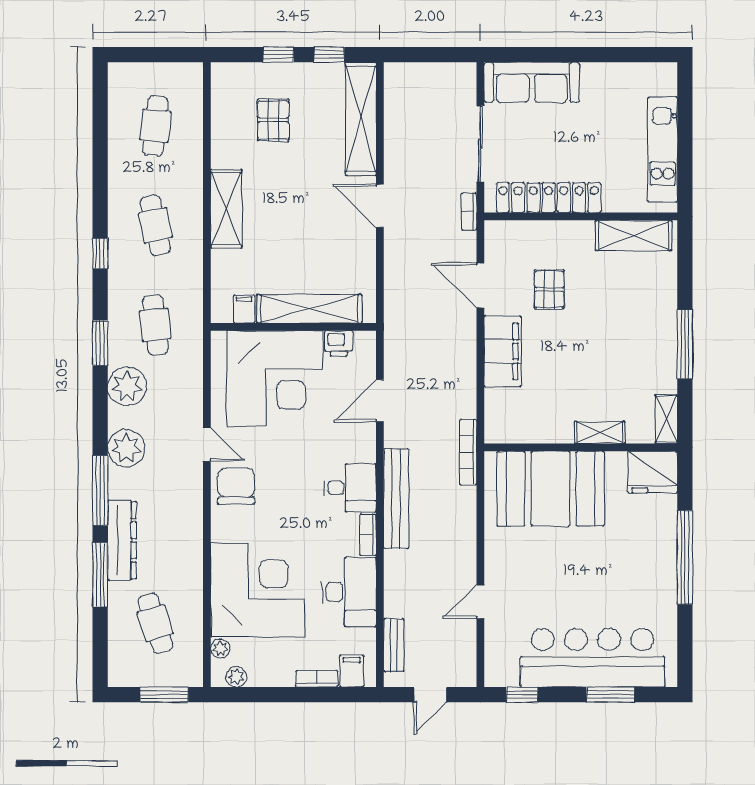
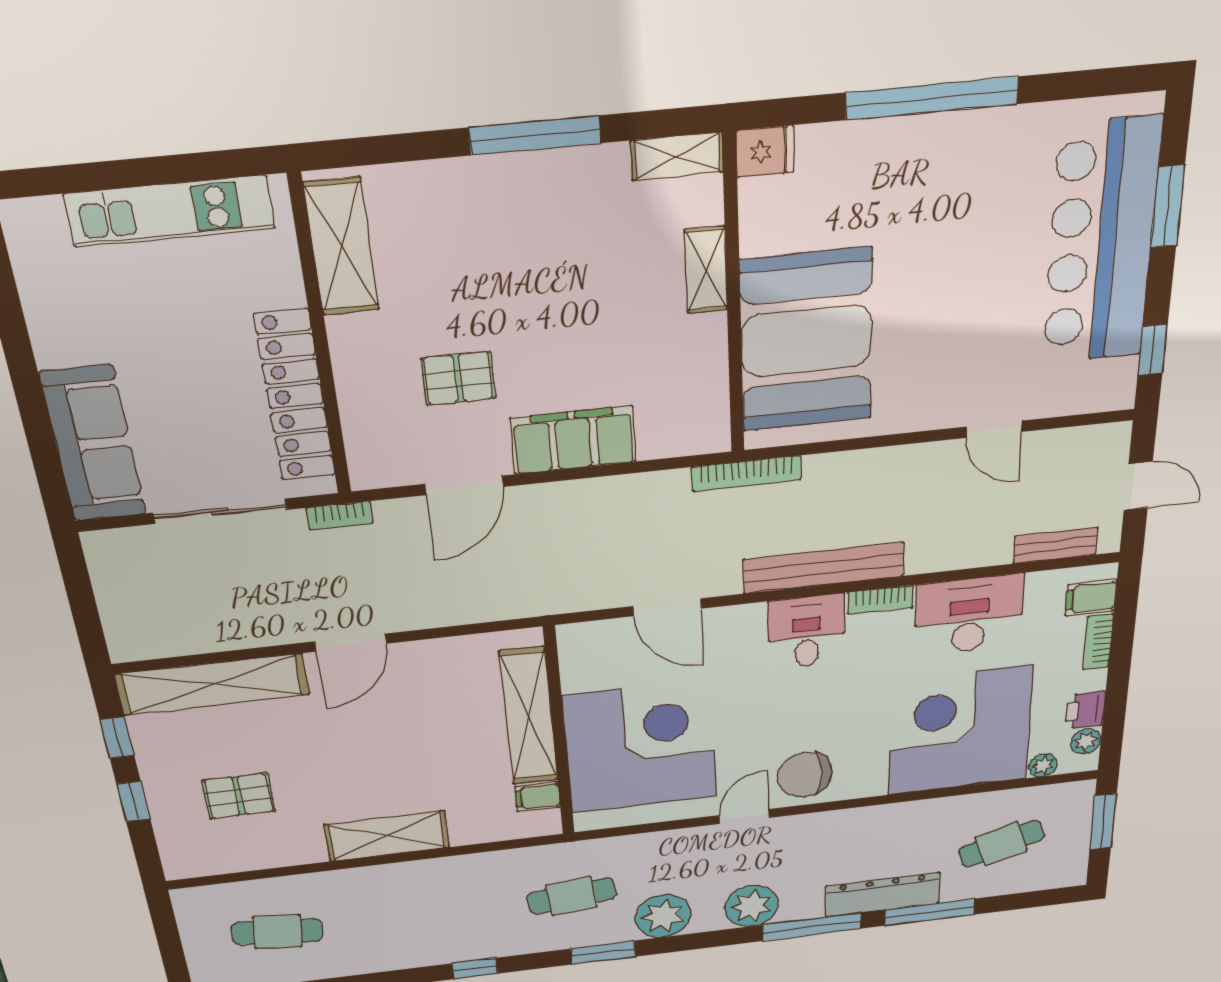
cafe table: (155, 225) -> (425, 914), removed
printer: (339, 343) -> (1085, 710), moved, turned 180
fridge: (653, 472) -> (765, 152), width x0.53, depth x0.75

